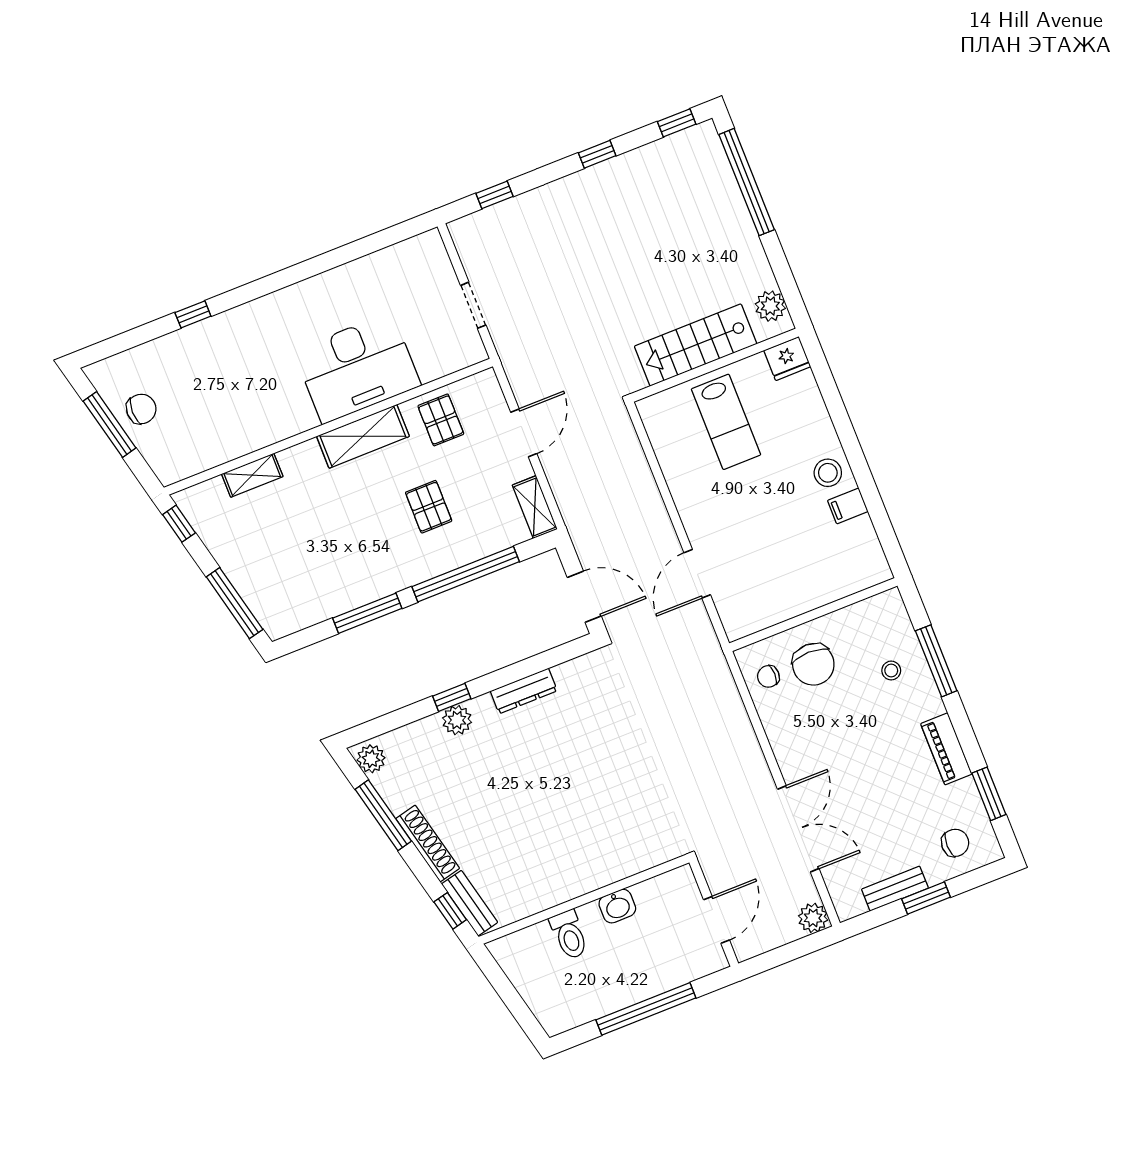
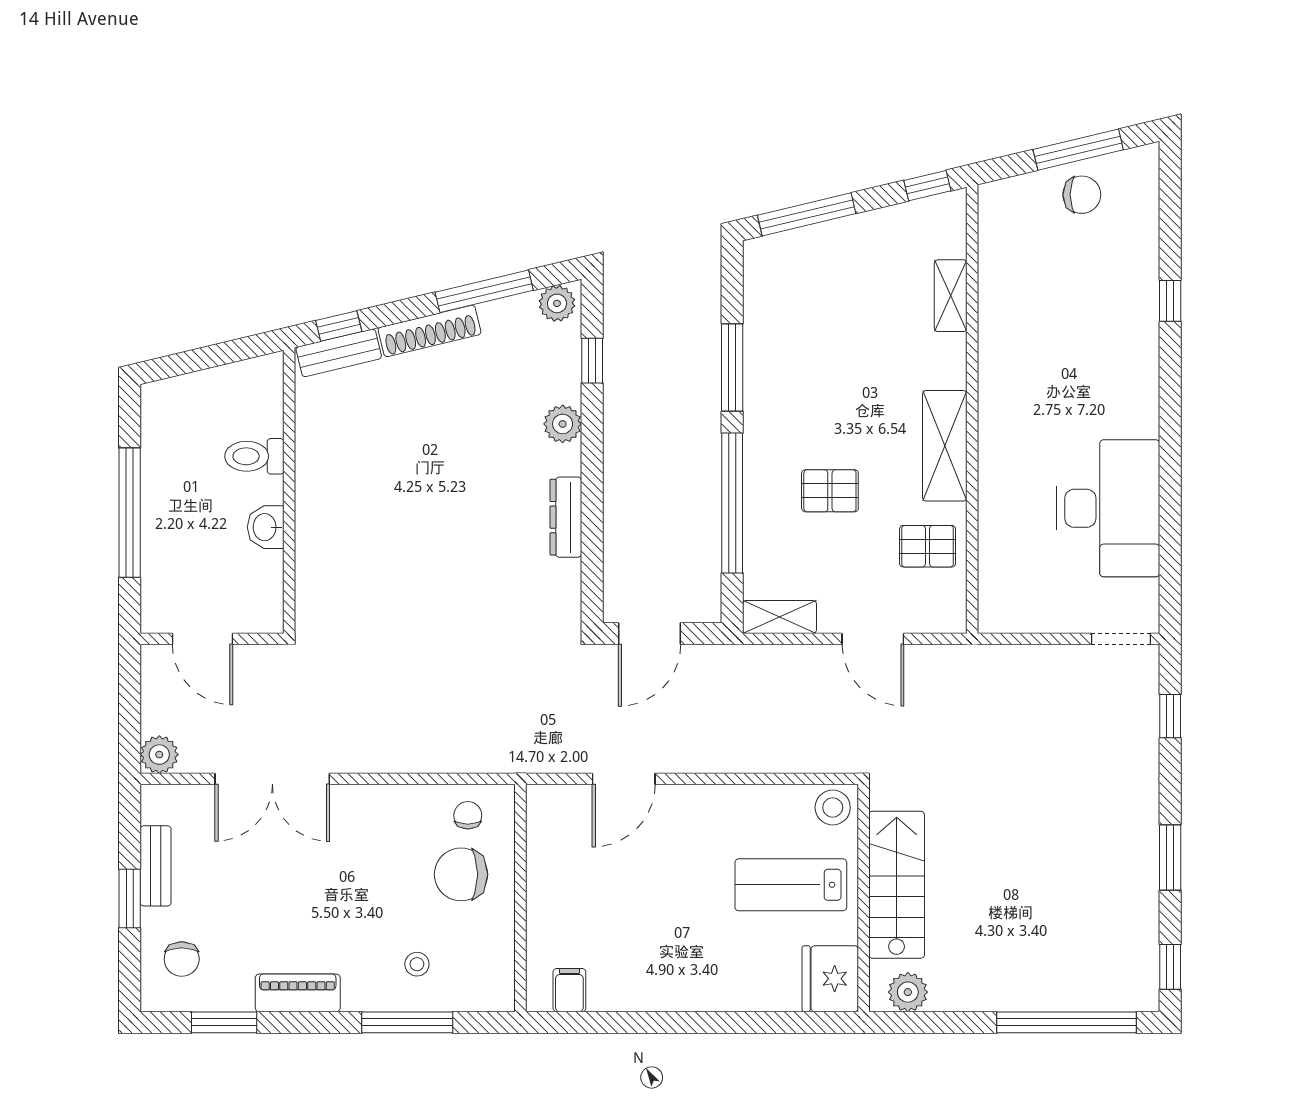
window: (597, 154) -> (1170, 857), width x1.50
doorway: (473, 305) -> (1121, 639), moved
fridge: (787, 359) -> (830, 979), width x1.36, depth x1.34
desk: (357, 368) -> (1108, 508), moved, turned 180
chair: (141, 409) -> (1082, 195), turned -90
stool: (828, 473) -> (833, 807), moved
filing cabinet: (848, 506) -> (569, 990), moved
door: (697, 574) -> (624, 779), swing flipped
window: (452, 697) -> (592, 361), moved

